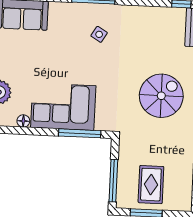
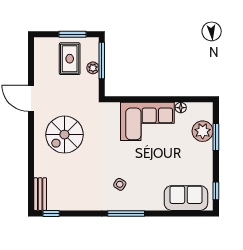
window: (80, 133) -> (132, 99), removed
plant: (124, 172) -> (93, 68), added

